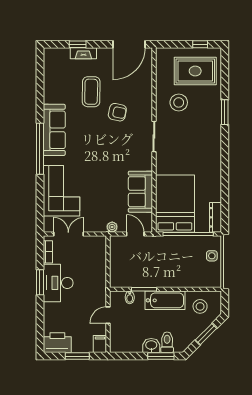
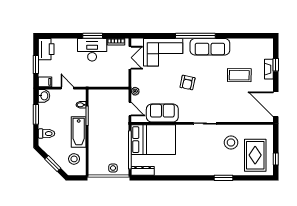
armchair: (117, 112) -> (187, 83), moved
door: (135, 234) -> (130, 109), hinge flipped
washbasin: (151, 345) -> (44, 96), moved
window: (161, 356) -> (36, 114), moved

